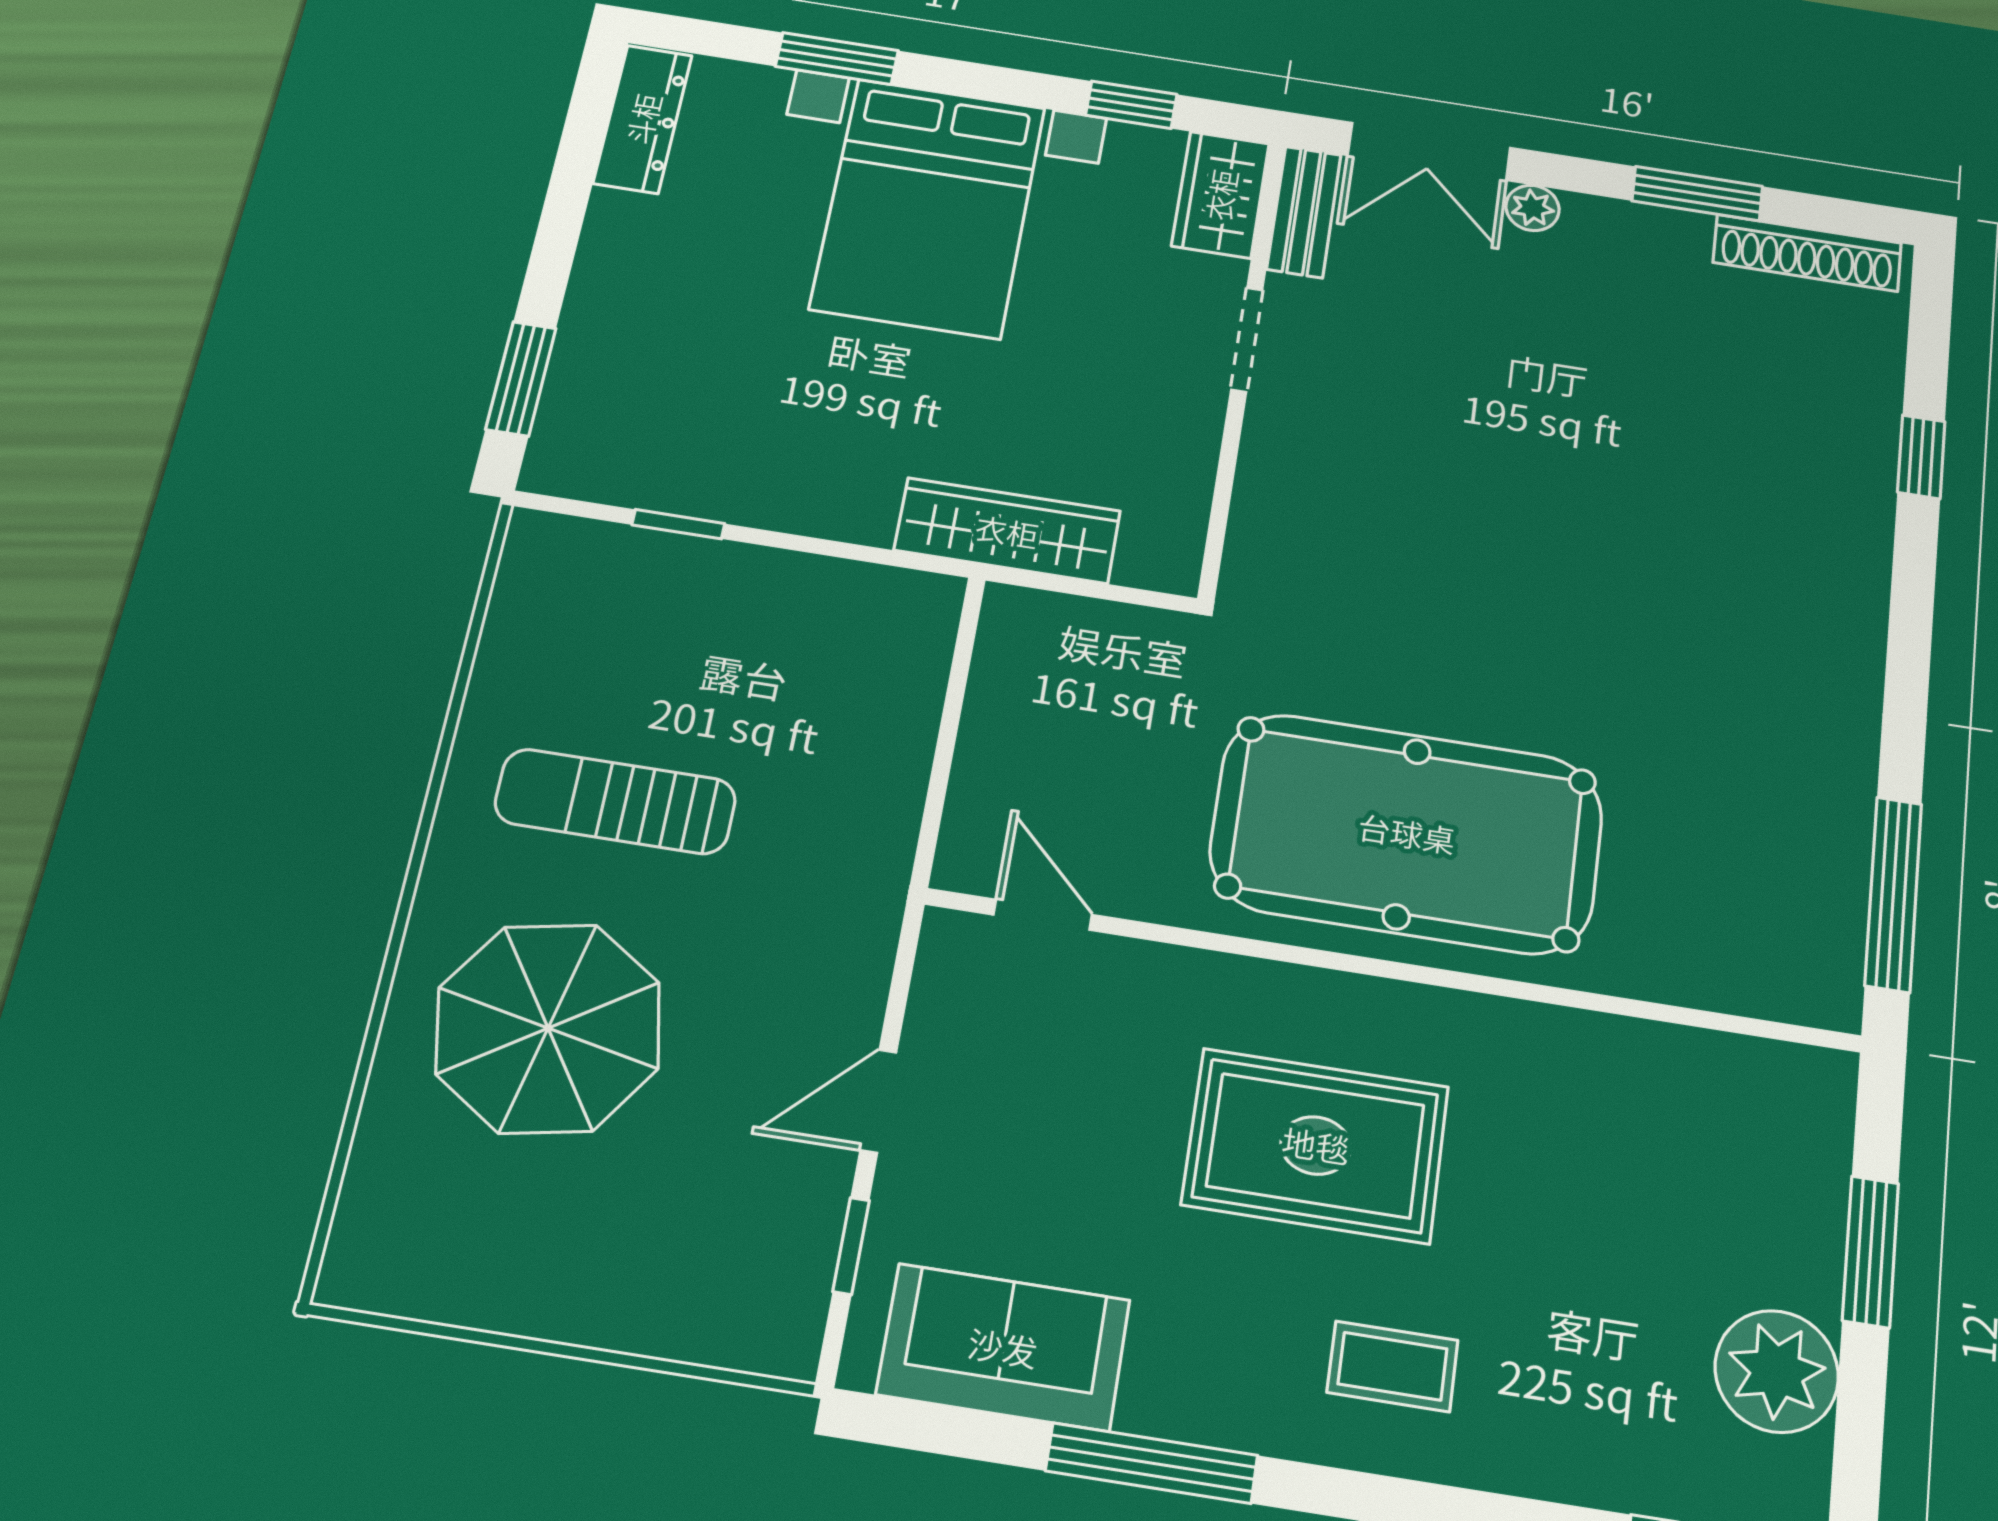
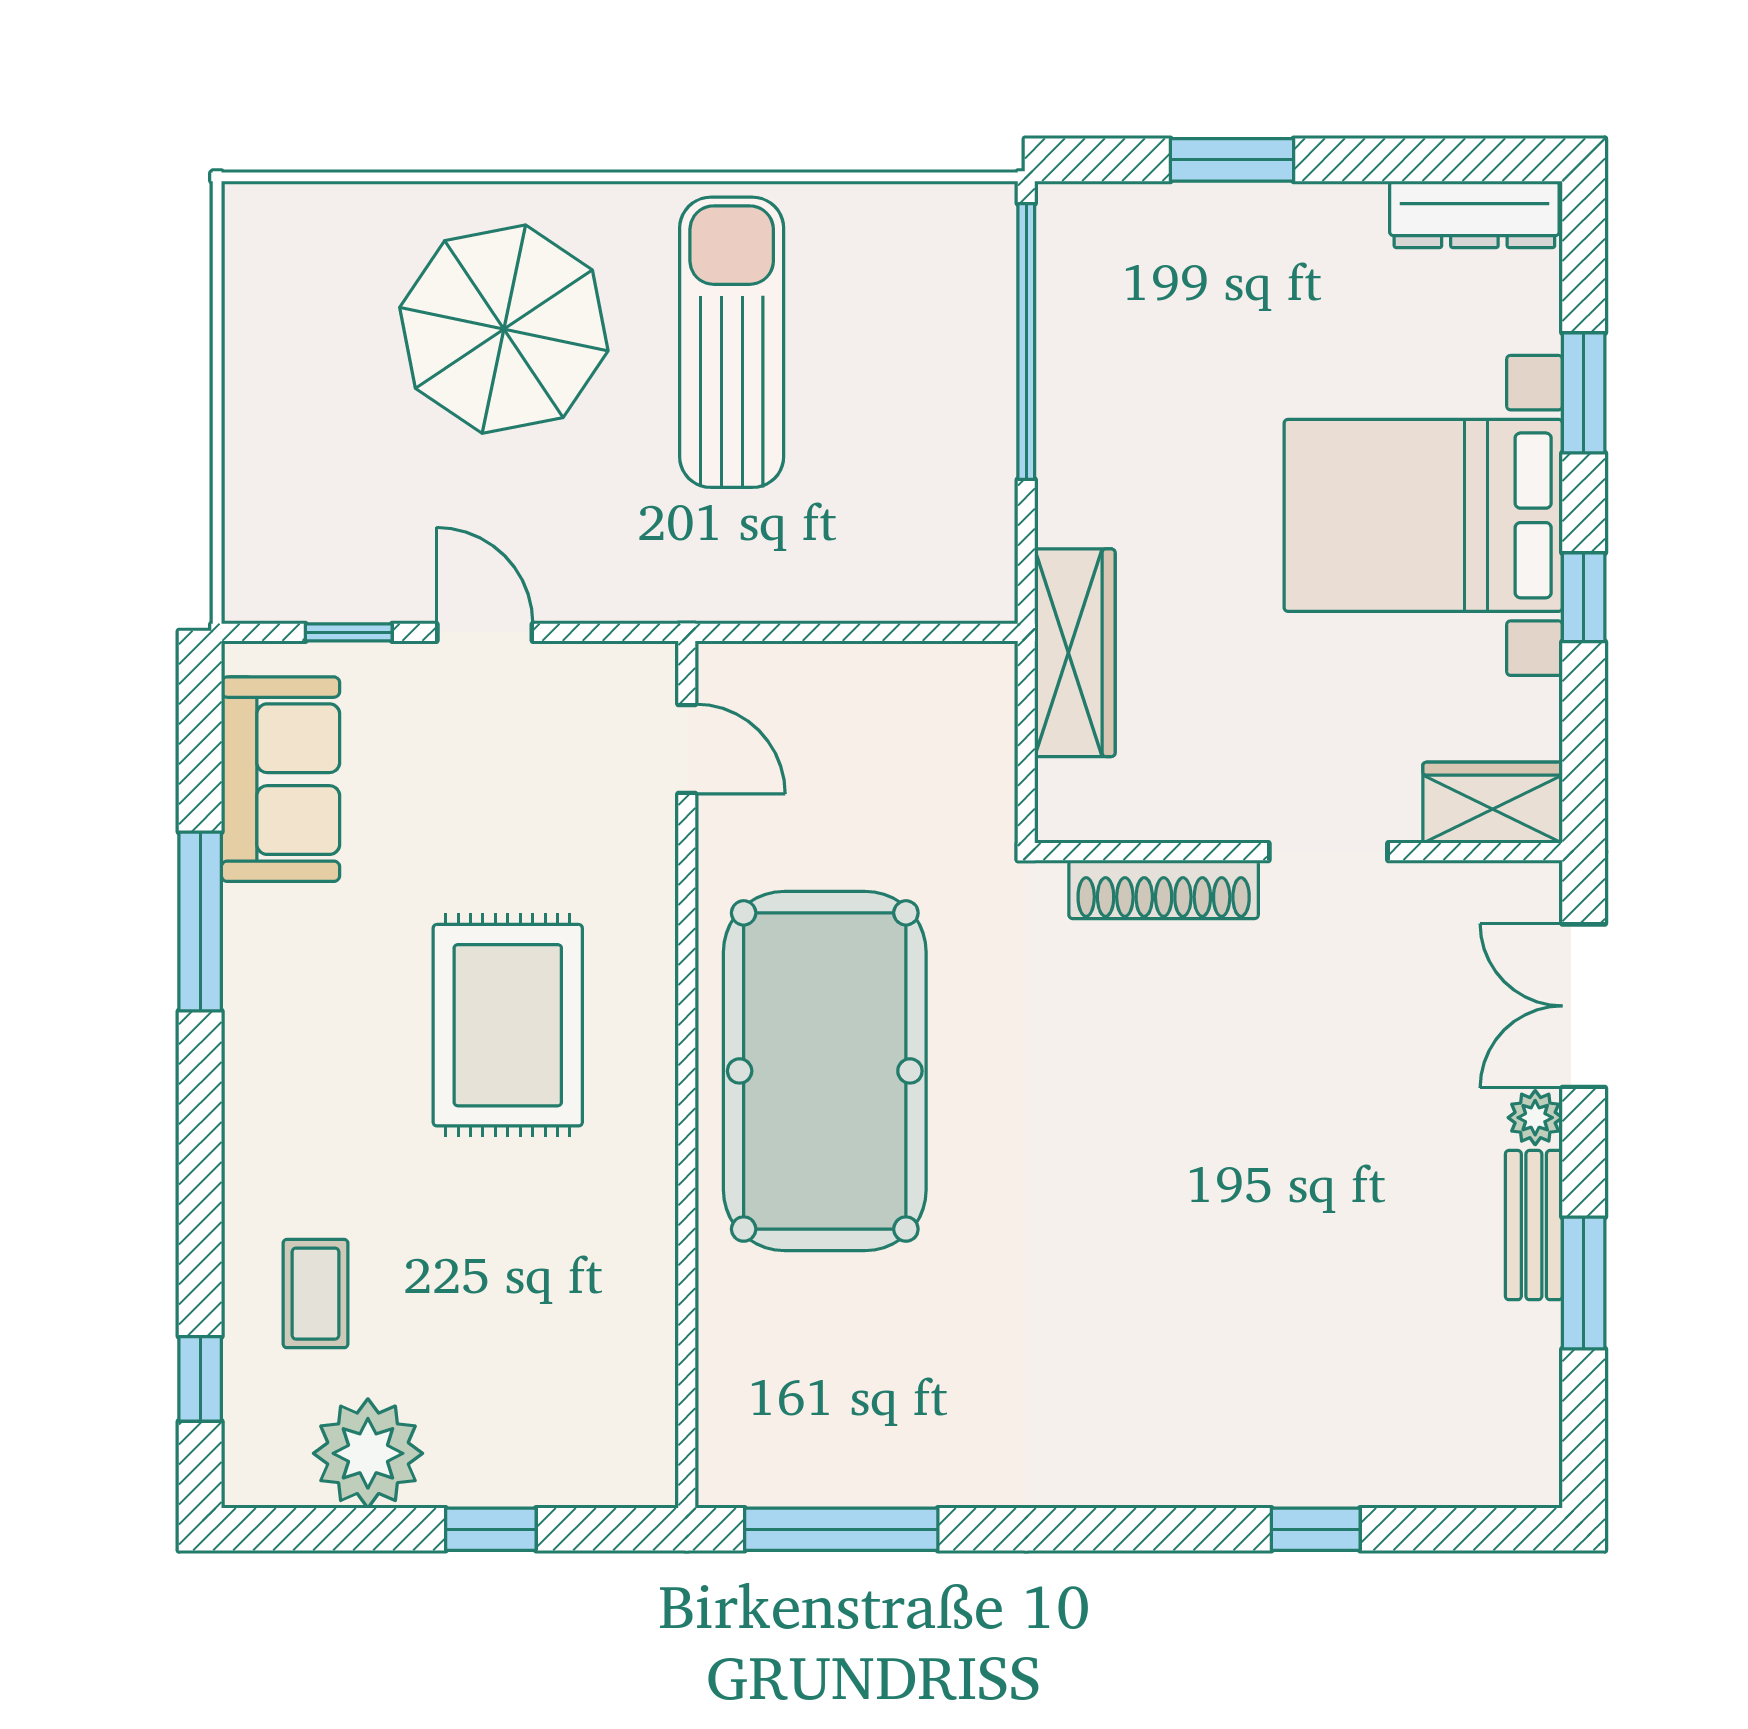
window: (1131, 105) -> (1584, 597), moved
bench: (1304, 212) -> (1534, 1225), moved, turned 90
shoe rack: (1807, 253) -> (1164, 889), moved, turned -90
window: (521, 379) -> (1232, 160), moved
window: (678, 524) -> (1026, 341), width x3.17
sun lounger: (615, 801) -> (732, 342), width x1.36, depth x1.34
door: (1043, 915) -> (687, 749), hinge flipped
window: (1871, 1252) -> (491, 1529), width x0.67
coffee table: (1393, 1366) -> (315, 1294), moved

